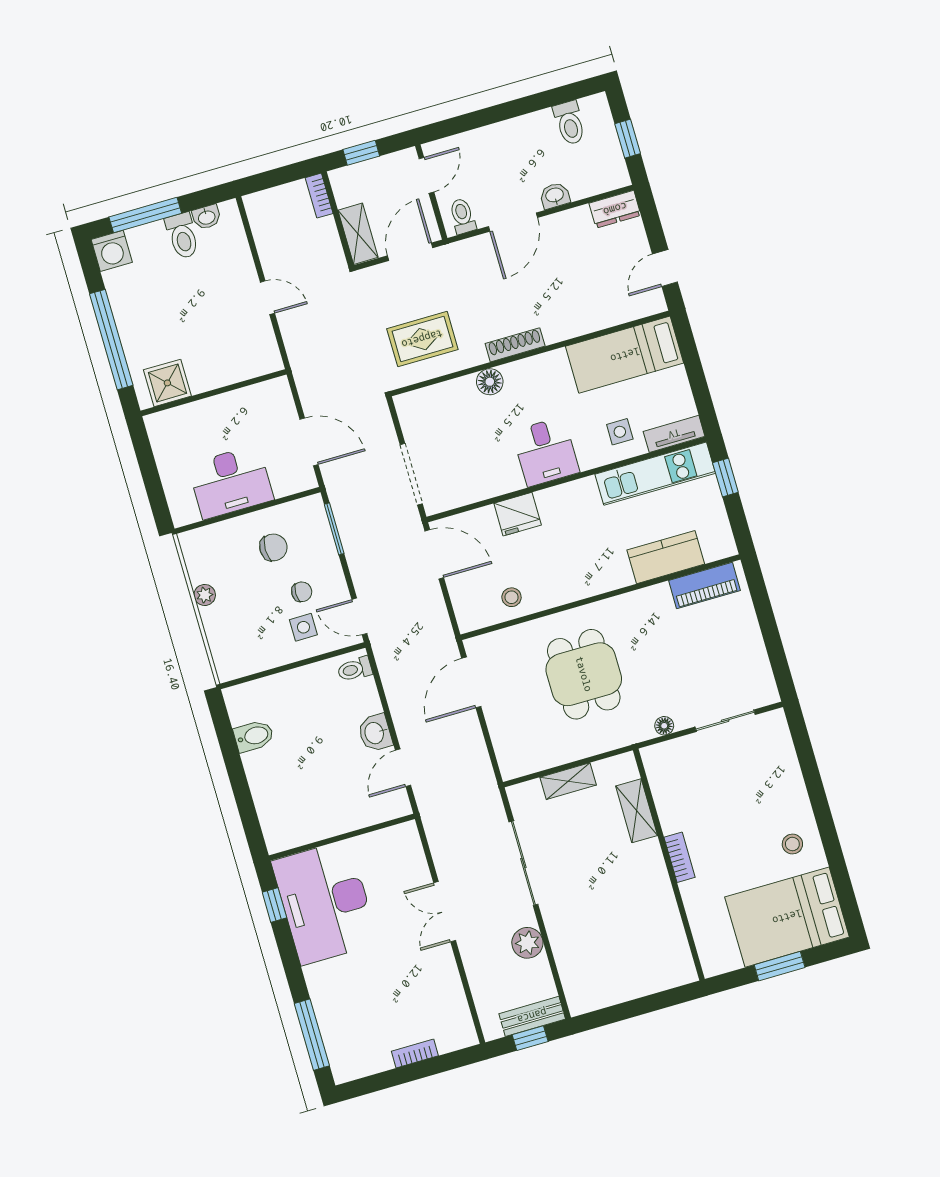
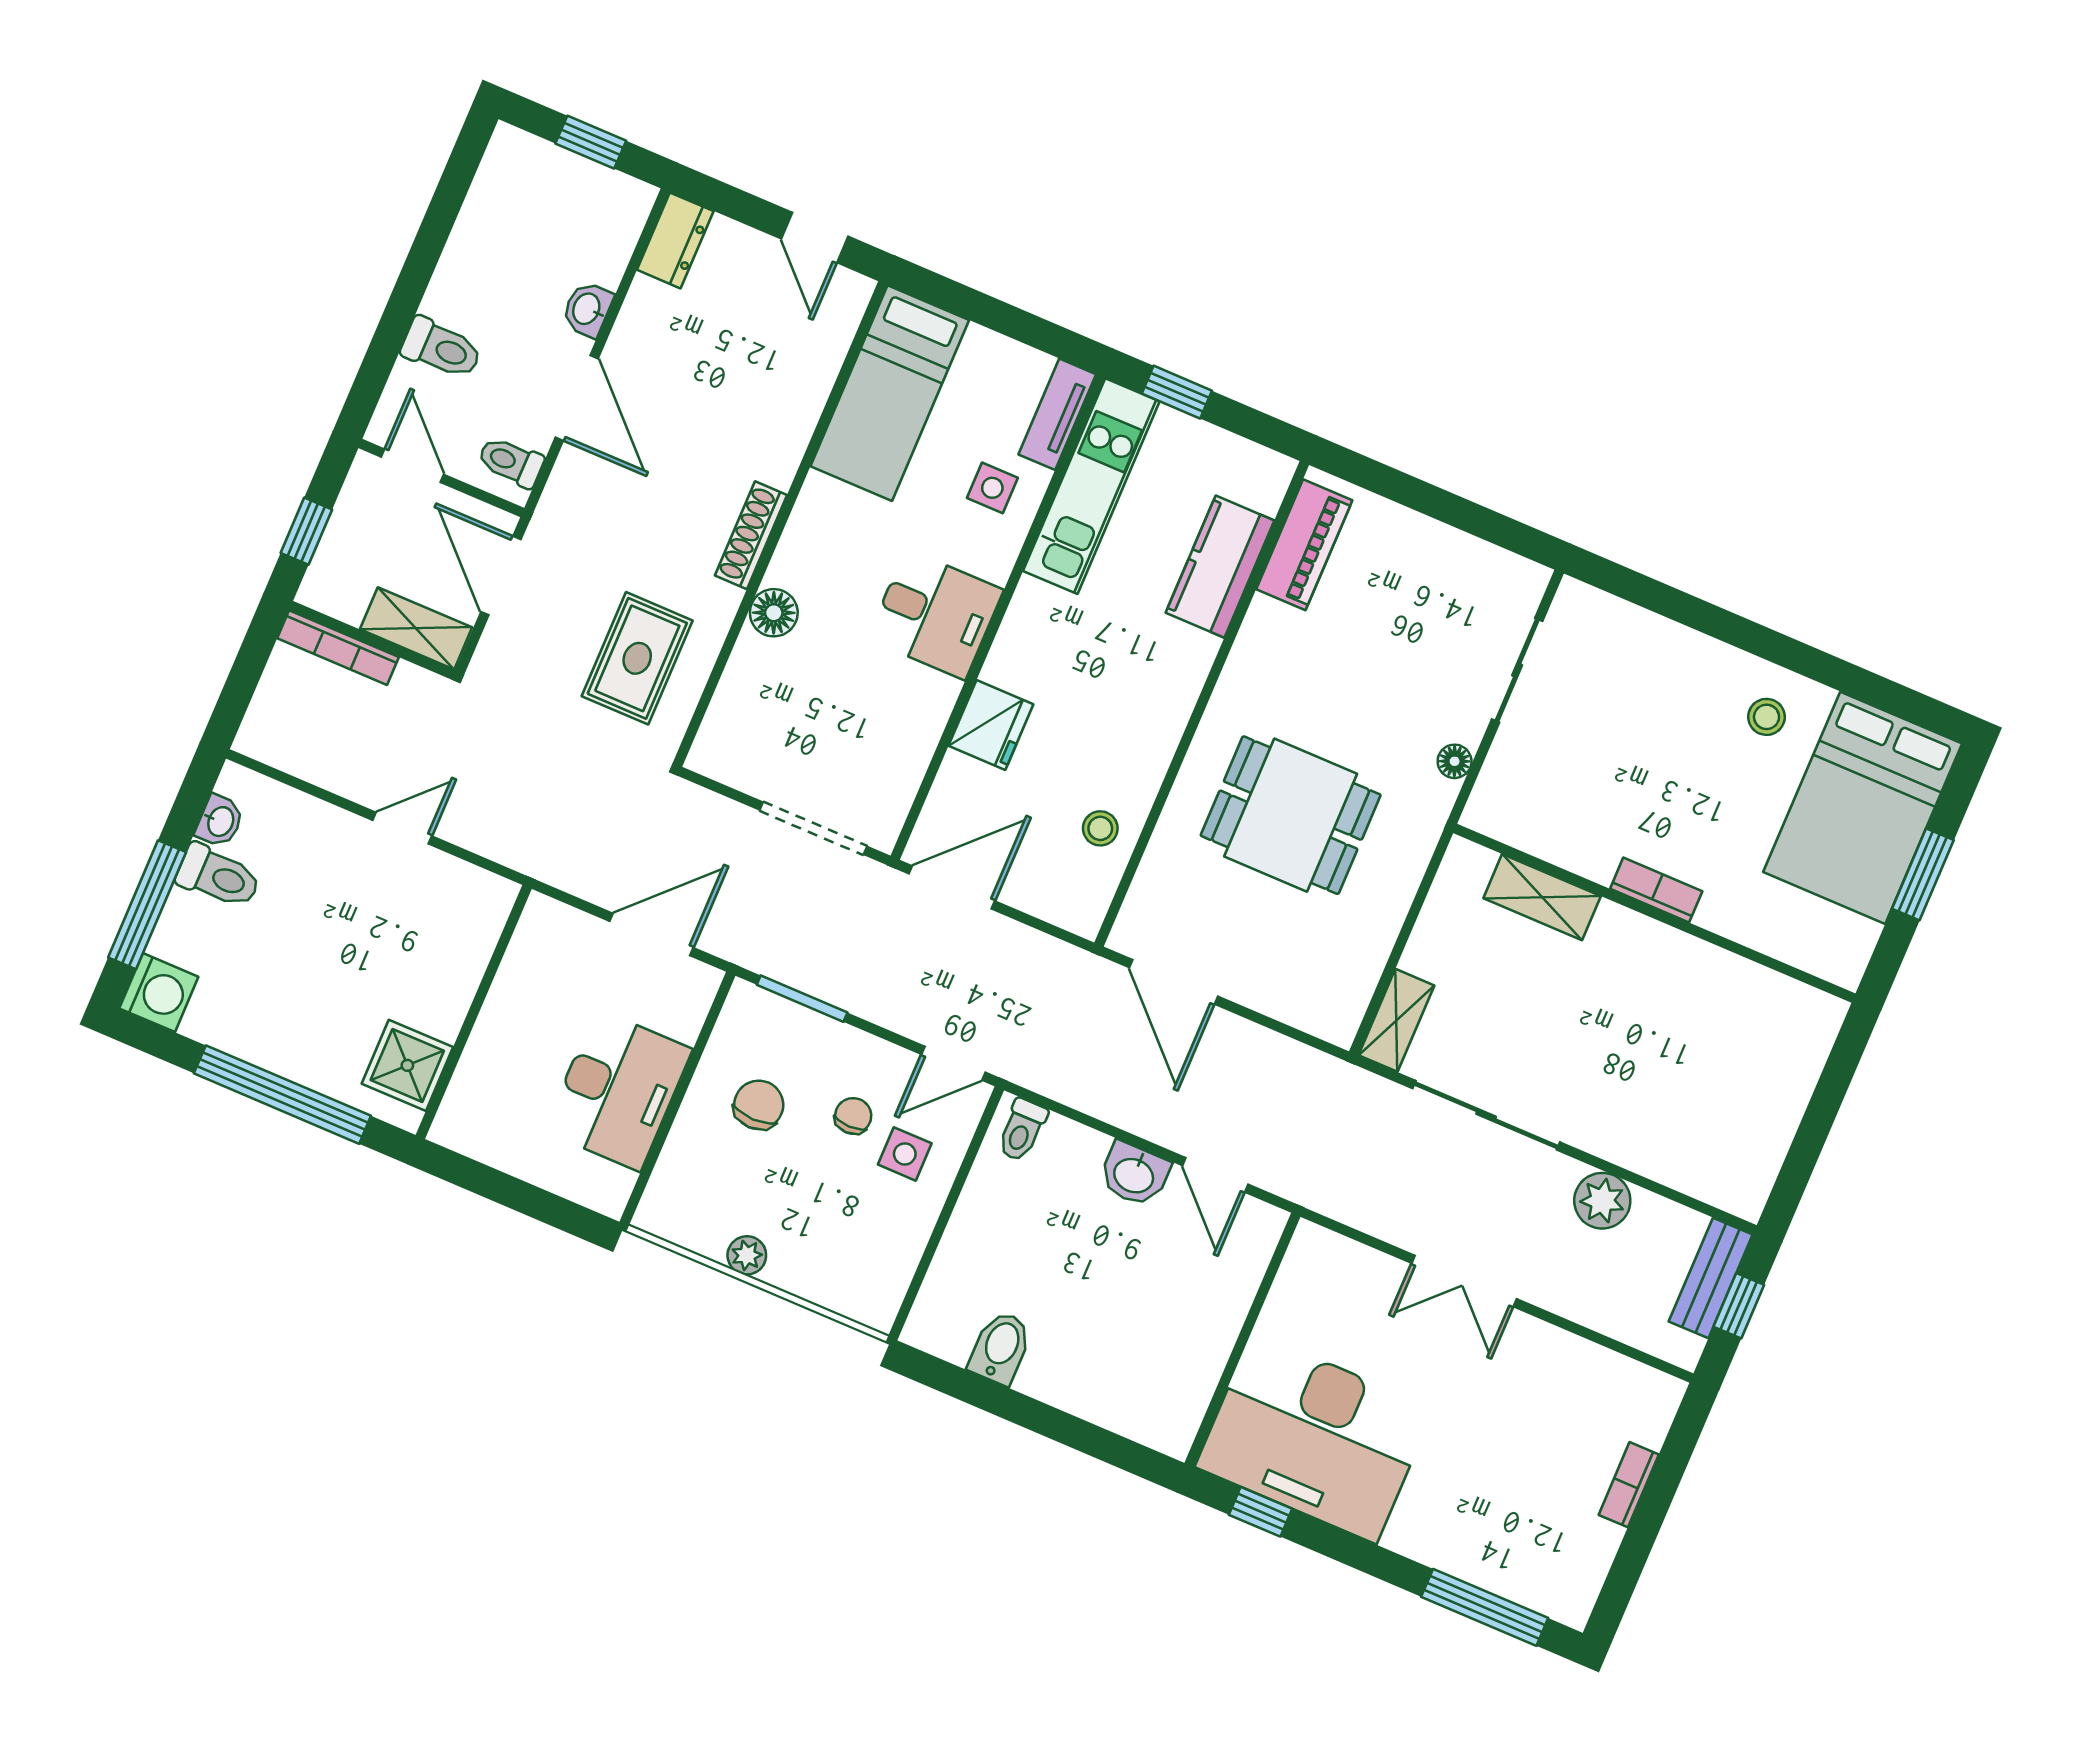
toilet: (569, 123) -> (442, 348), moved
bookcase: (319, 196) -> (338, 648), width x1.56
shelving: (568, 781) -> (1396, 1020), moved

